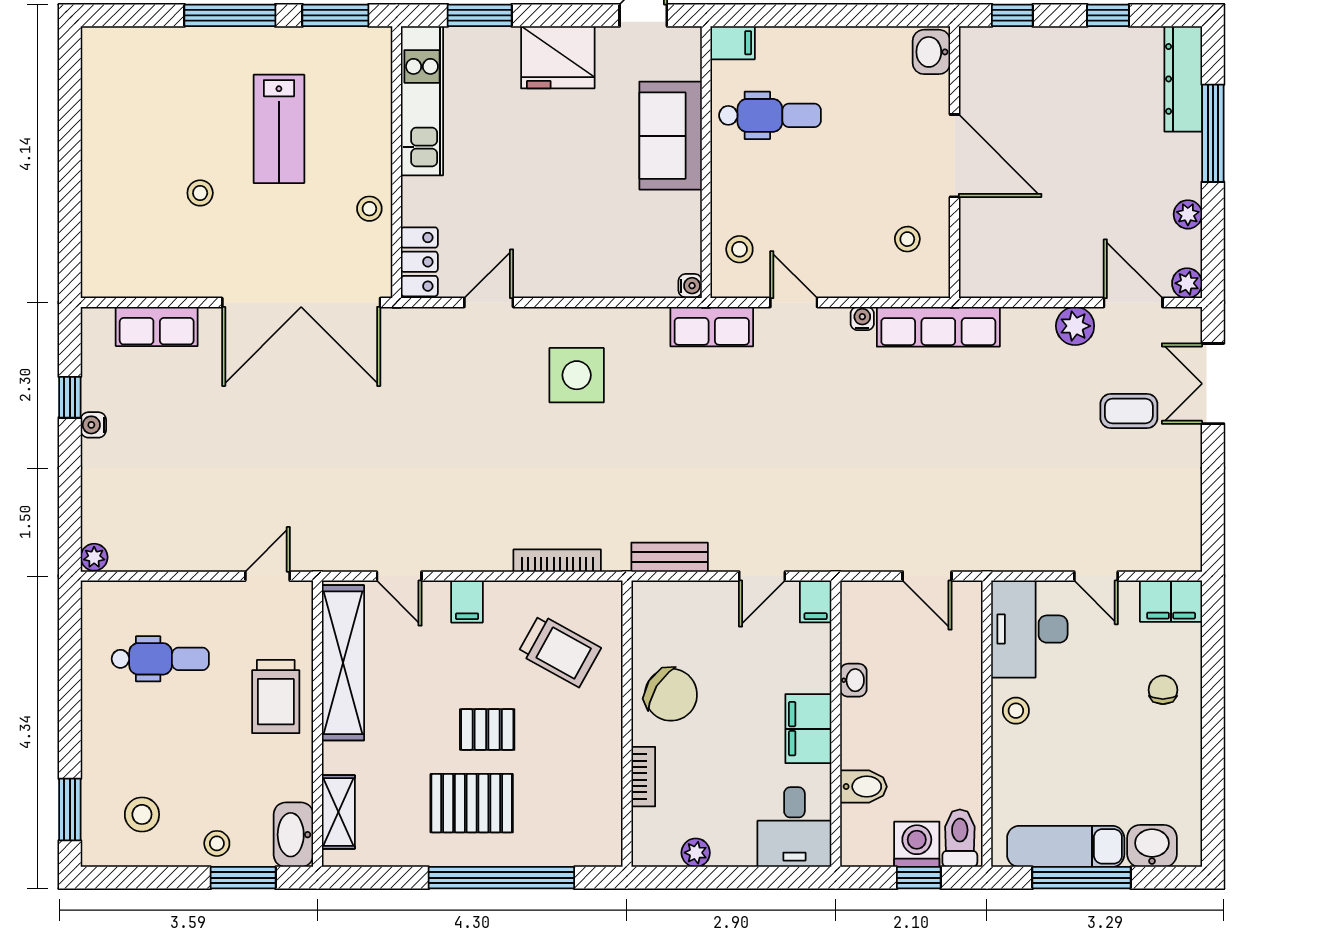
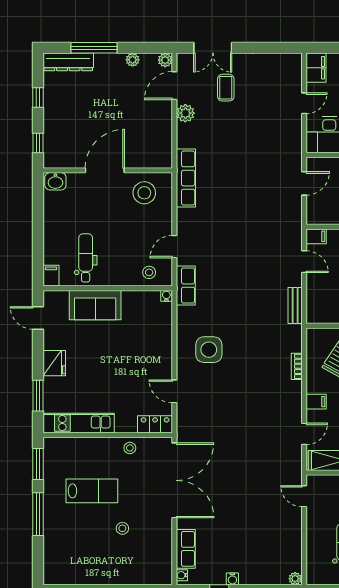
fridge: (558, 57) -> (54, 363), width x0.73, depth x0.75
stool: (907, 239) -> (144, 193), width x1.89, depth x1.89
water cooler: (862, 319) -> (182, 575), moved
bookcase: (557, 561) -> (297, 366), width x0.64

